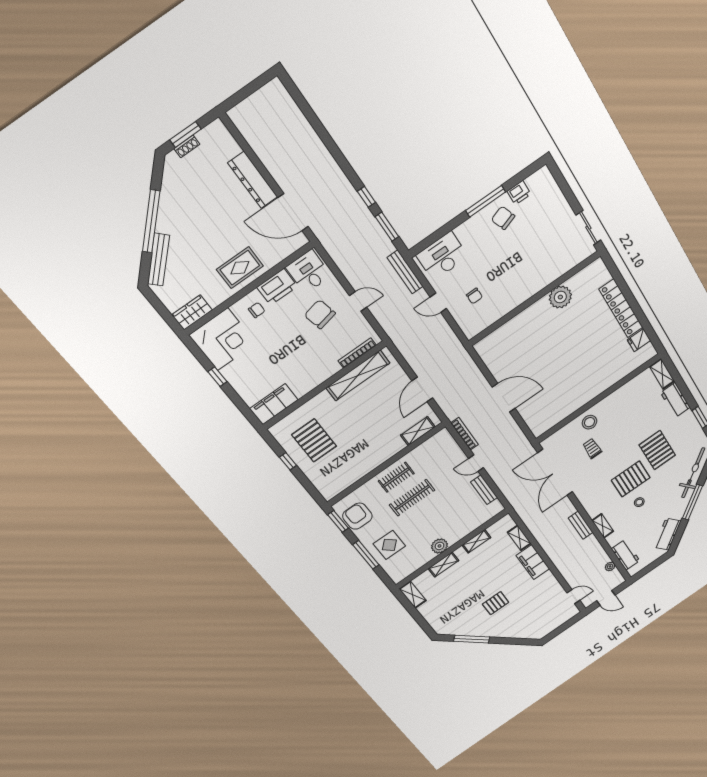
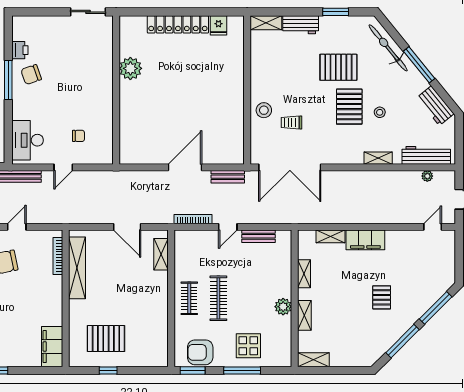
bench: (581, 525) -> (228, 177), moved
workbench: (626, 555) -> (426, 155), width x1.38
window: (513, 641) -> (436, 308), added

